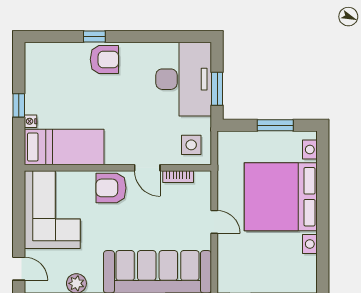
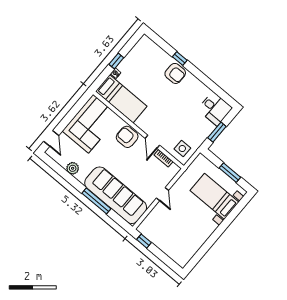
desk: (184, 79) -> (215, 109), width x0.53, depth x0.77
bed with nightstands: (281, 197) -> (214, 196), width x0.54

